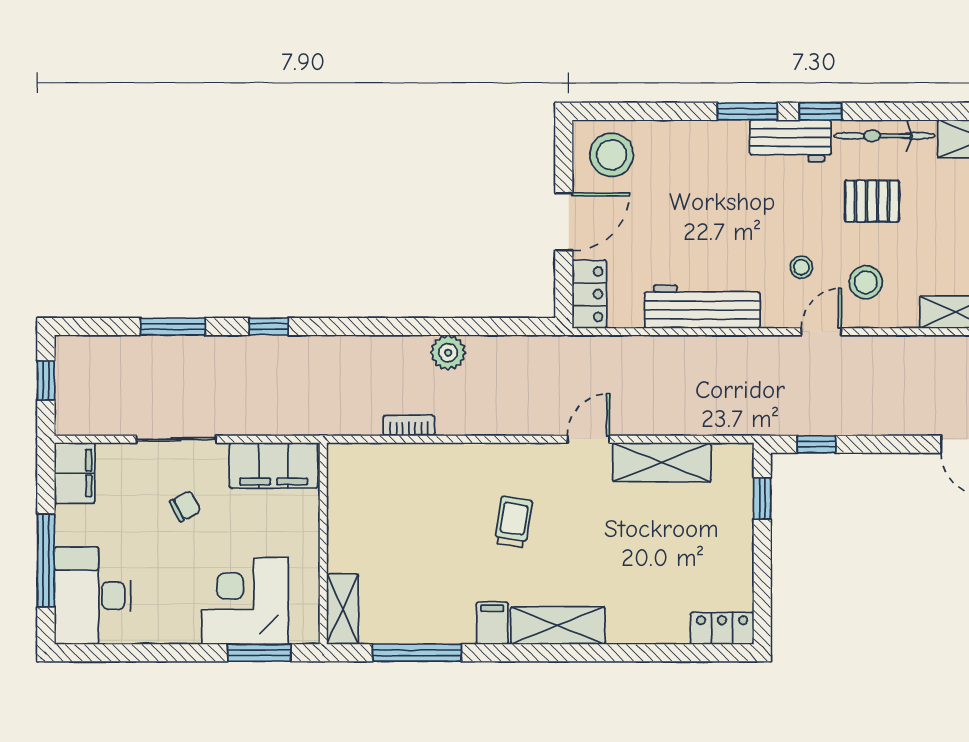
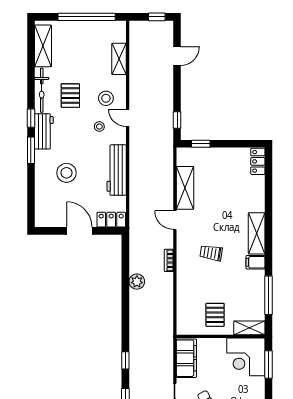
stool: (612, 155) -> (66, 173), moved
bookcase: (409, 426) -> (169, 260), moved
pallet: (372, 531) -> (215, 315), added
corner desk: (245, 601) -> (246, 357), moved

